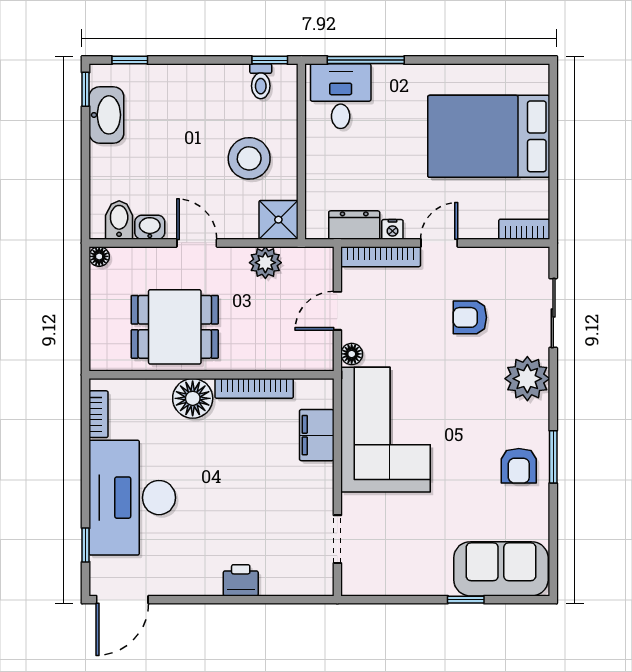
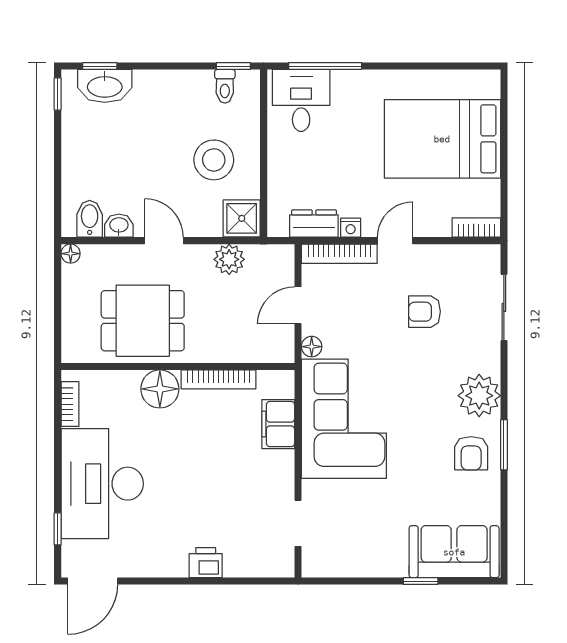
washbasin: (106, 115) -> (105, 86), moved, turned 90
plant: (527, 379) -> (479, 396), moved

